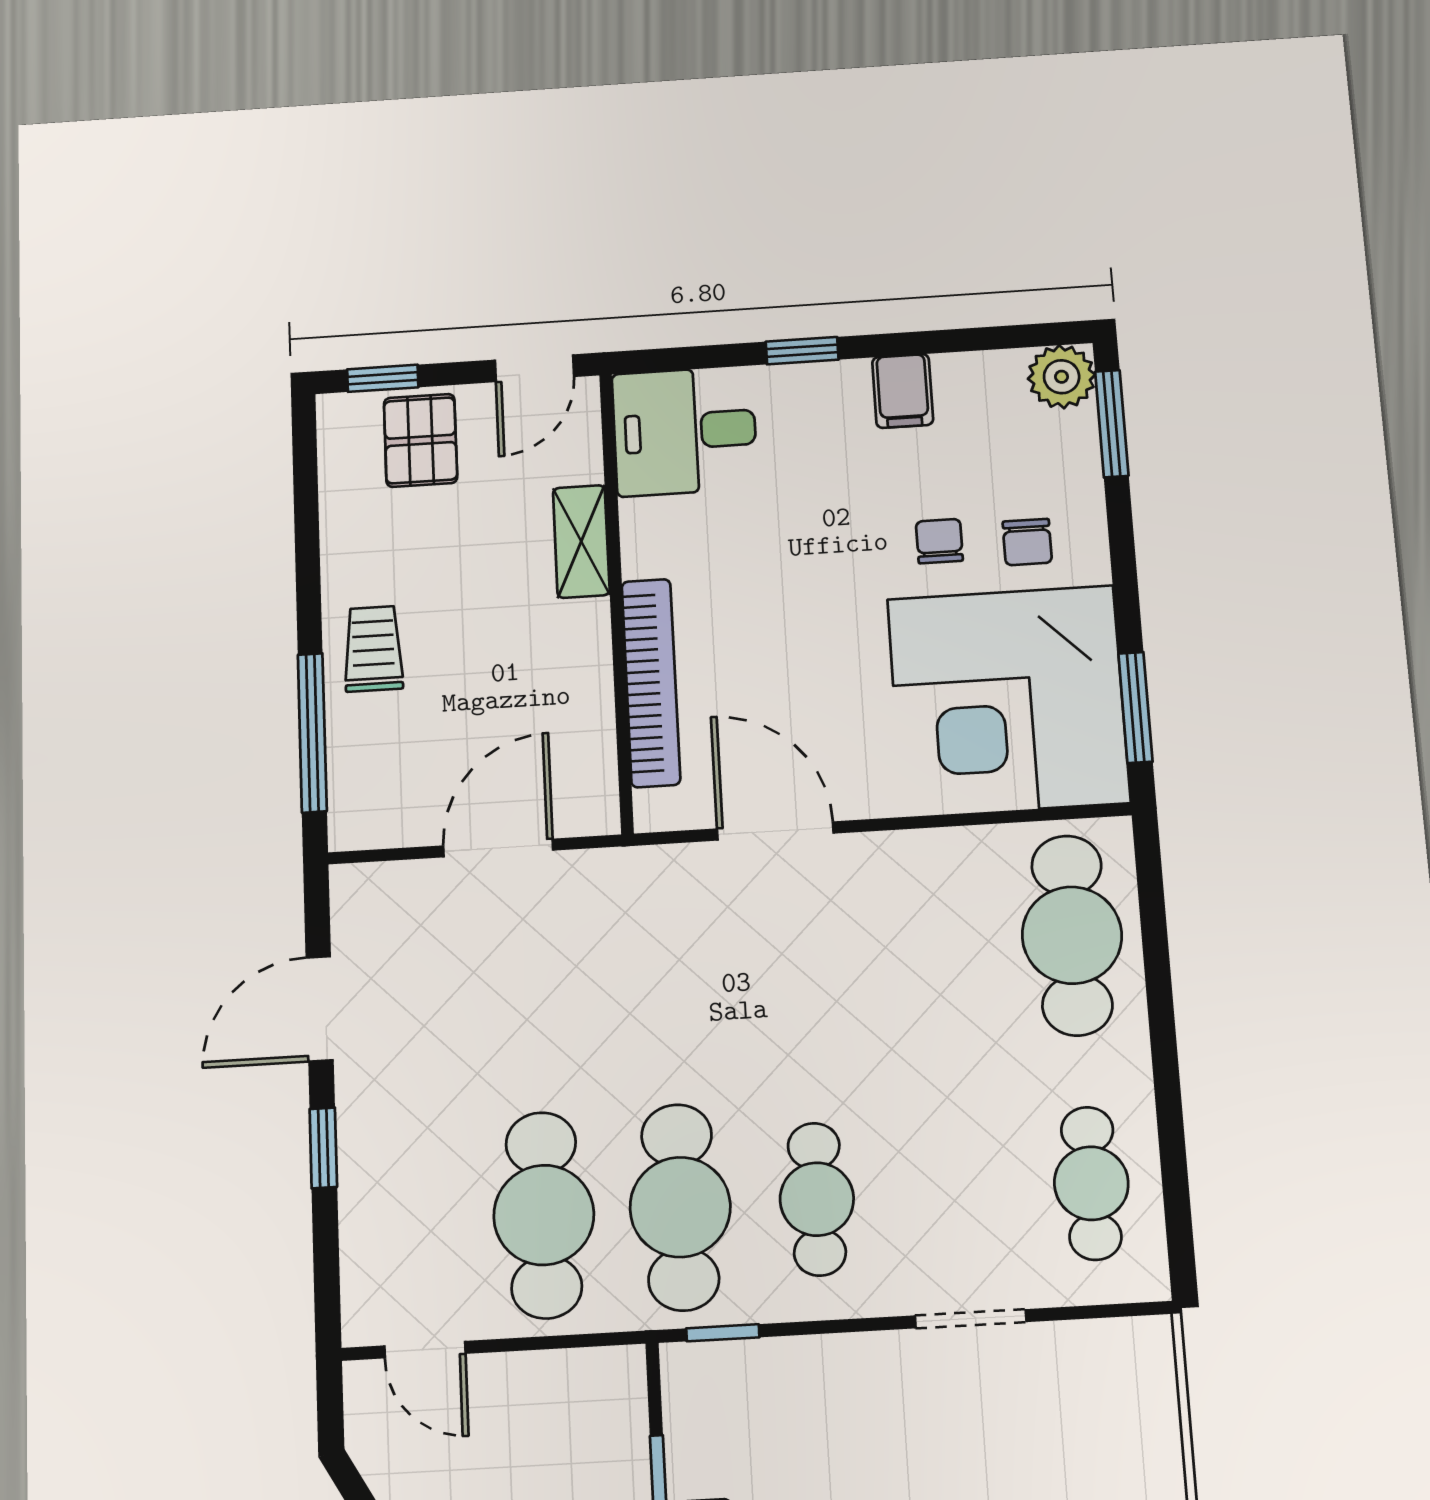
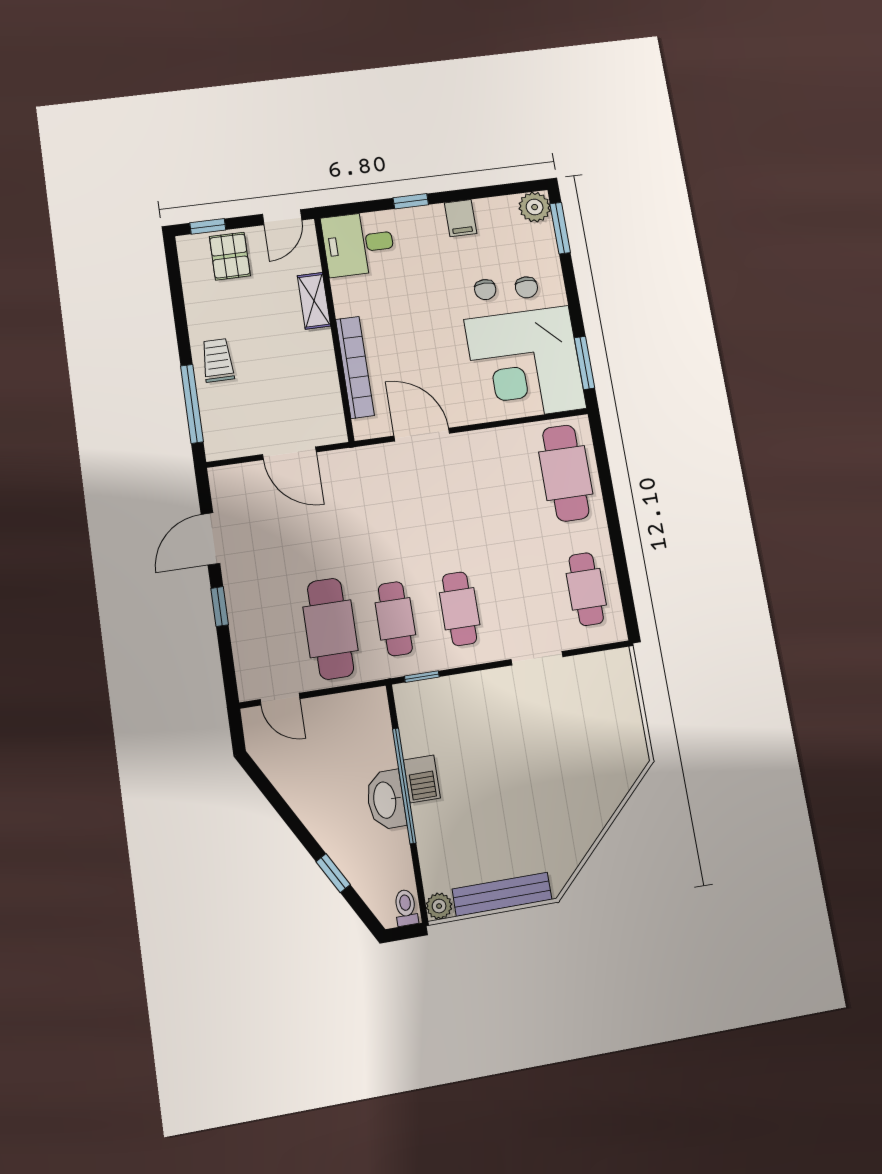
chair: (939, 541) -> (485, 290), turned 180
door: (498, 848) -> (289, 453), swing flipped
cafe table: (680, 1207) -> (395, 619), width x0.73, depth x0.74

